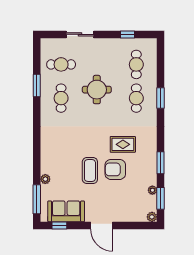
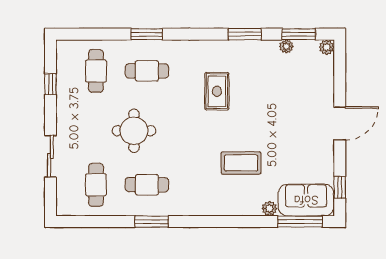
cafe table: (136, 64) -> (96, 71), turned 90
window: (37, 85) -> (152, 222), moved
armchair: (115, 169) -> (255, 103), removed
coffee table: (90, 171) -> (241, 163), moved
sofa: (66, 211) -> (306, 200), moved, turned 90

